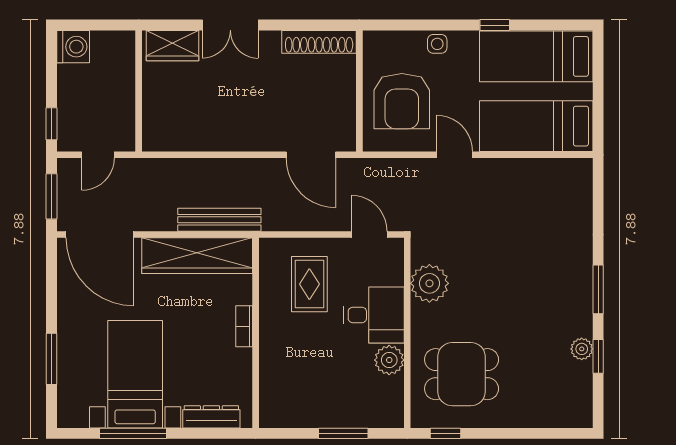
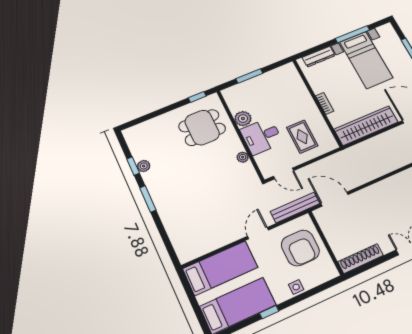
armchair: (402, 101) -> (300, 248), turned 180
door: (455, 155) -> (258, 233), swing flipped
bench: (219, 220) -> (295, 208), moved
plant: (429, 283) -> (243, 157), width x0.53, depth x0.53

